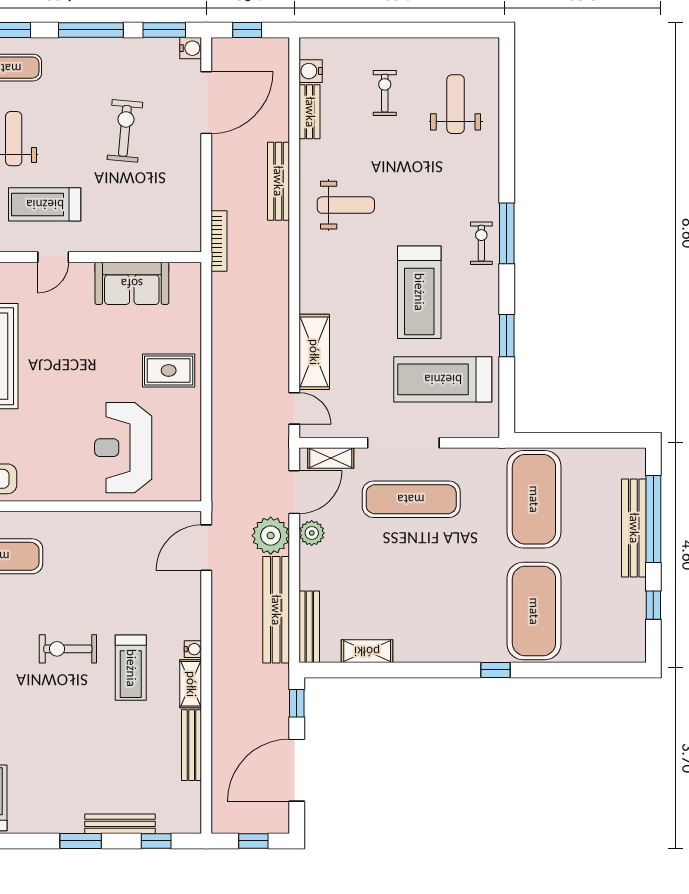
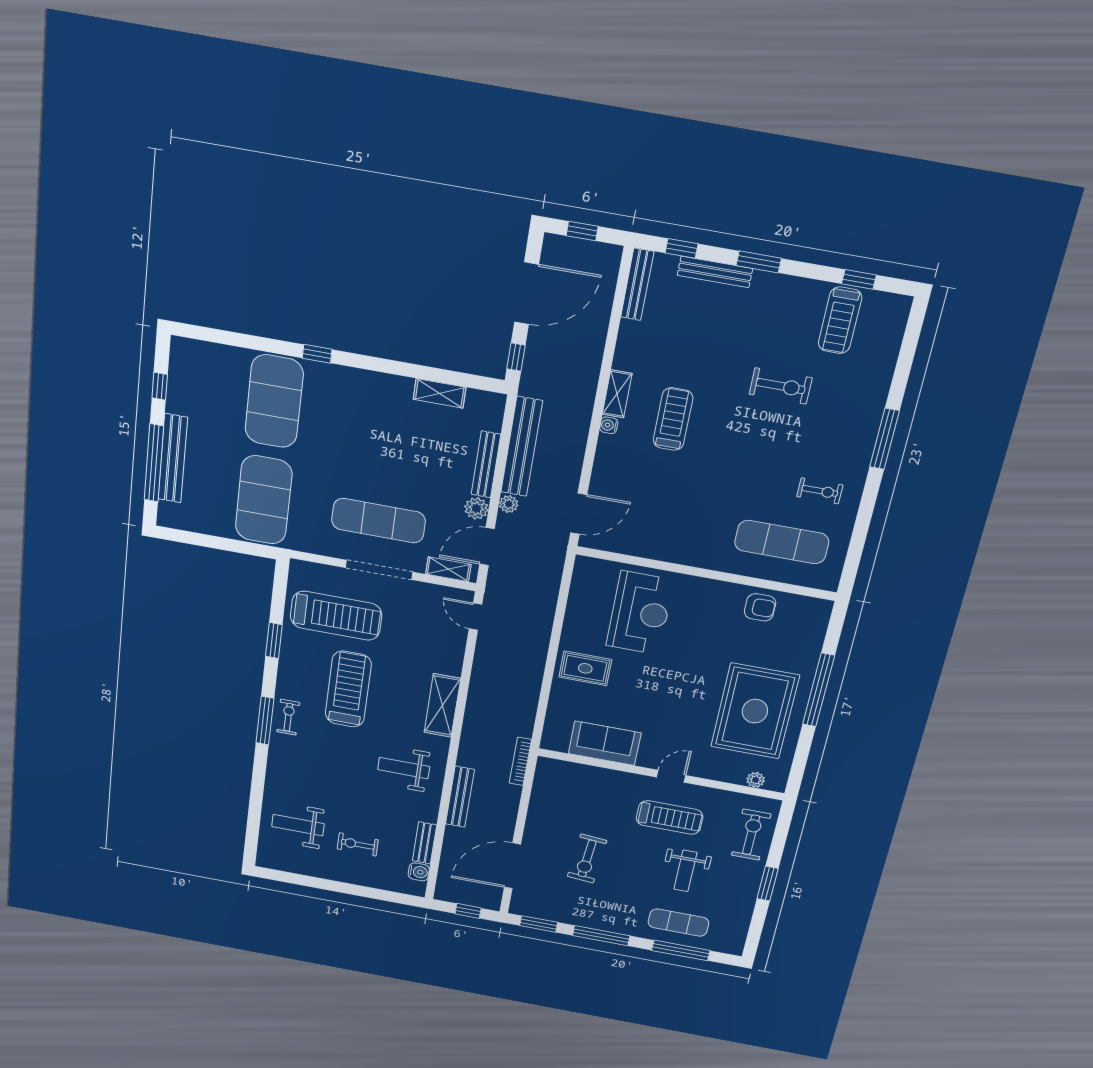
water cooler: (191, 48) -> (519, 907), removed
exercise bike: (385, 93) -> (358, 844), turned 90
weight bench: (456, 104) -> (298, 825), turned 90
exercise bike: (481, 243) -> (288, 717), turned 180
shelving: (314, 352) -> (442, 705), moved
plant: (271, 536) -> (509, 504), width x0.53, depth x0.53
bench: (309, 627) -> (486, 464), moved
exercise bike: (68, 649) -> (781, 386), moved
bench: (192, 745) -> (637, 284), moved

